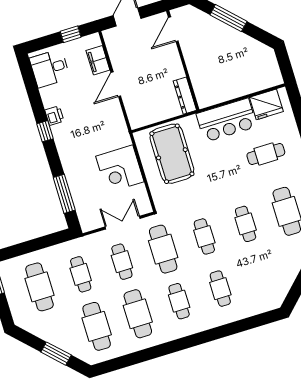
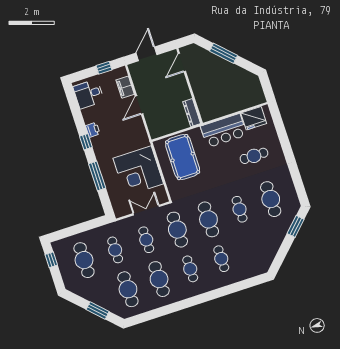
corner desk: (120, 169) -> (138, 171), width x1.36, depth x1.36
window: (64, 194) -> (97, 176), moved
cafe table: (204, 236) -> (208, 219), width x1.37, depth x1.35

